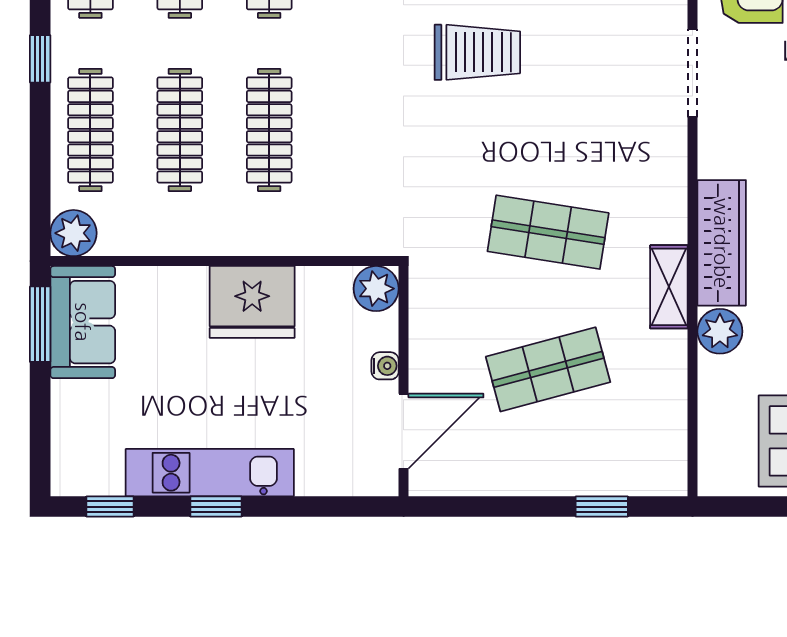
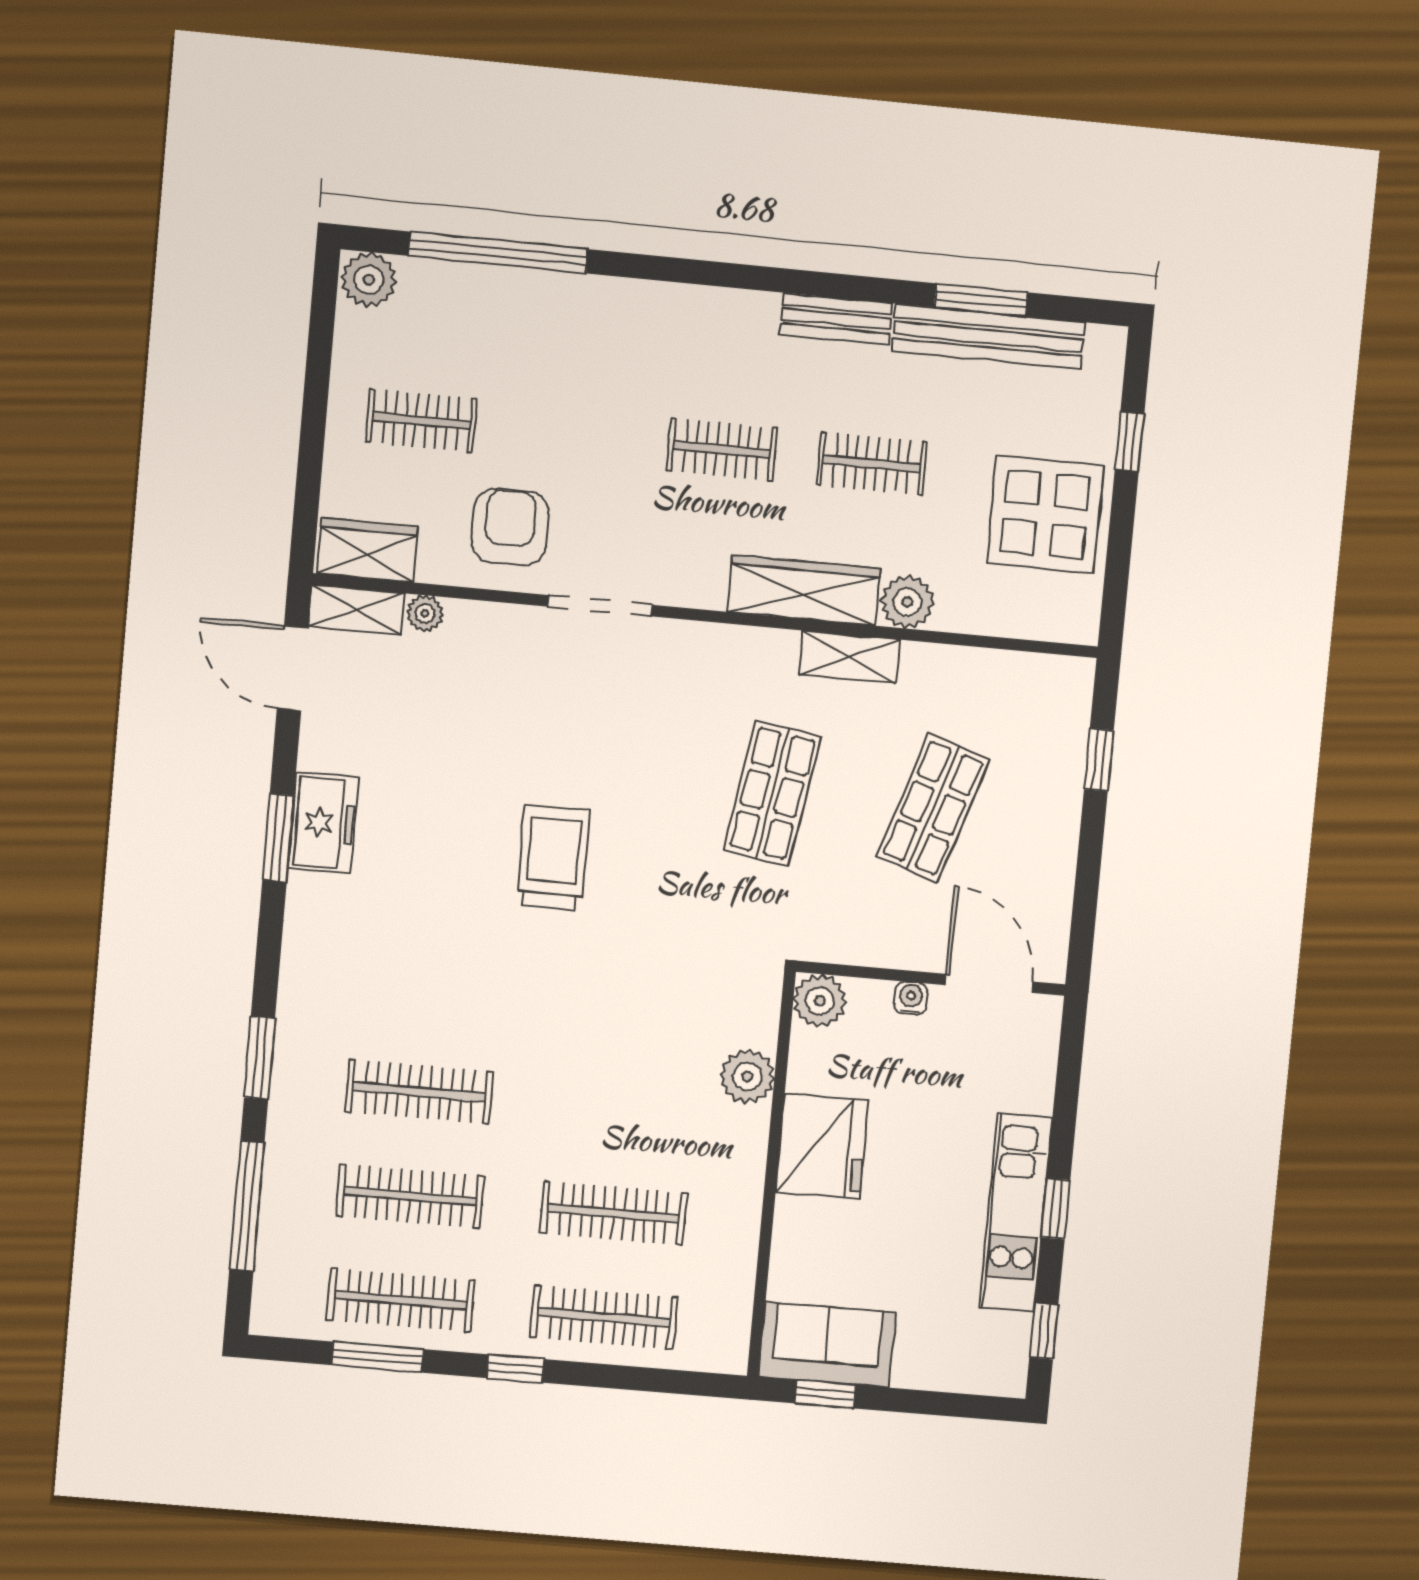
clothes rail: (269, 130) -> (623, 1109), removed
plant: (73, 233) -> (747, 1076), moved
window: (40, 324) -> (825, 1394), width x0.67
shop shelf: (548, 369) -> (933, 808), turned 33

